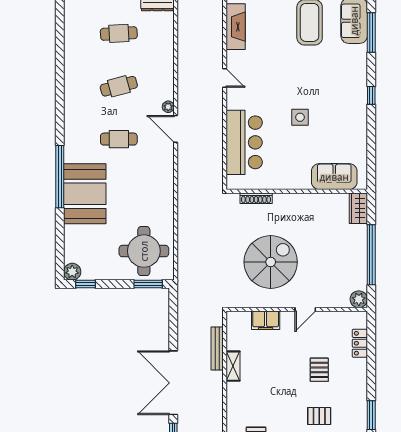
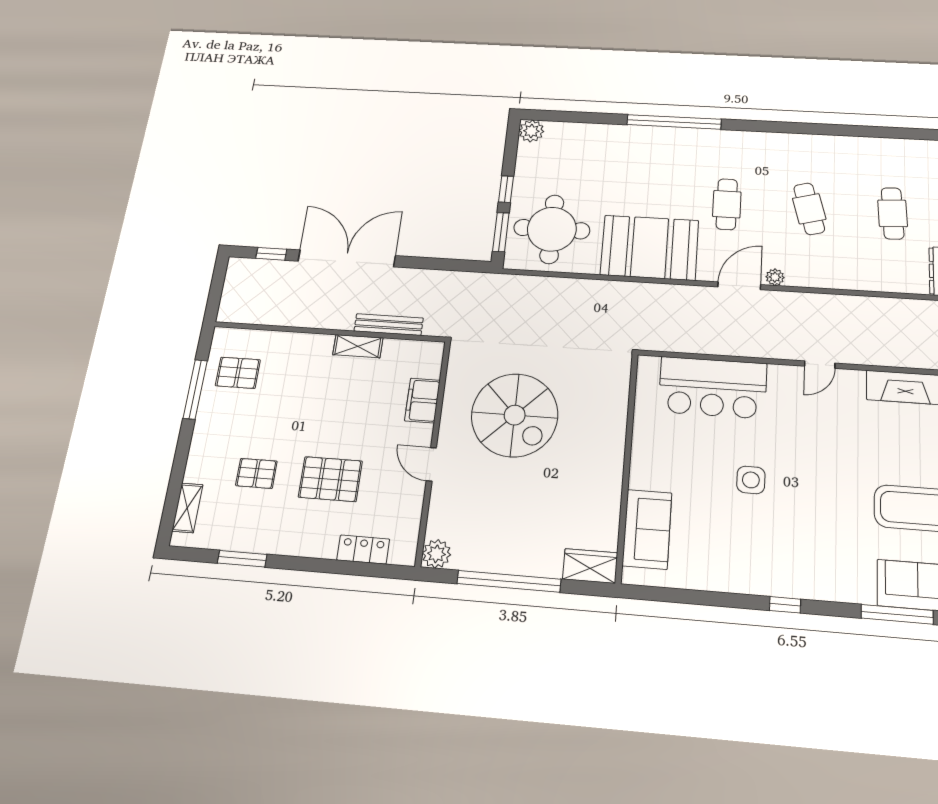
booth: (85, 194) -> (650, 248), moved
shoe rack: (256, 198) -> (620, 400), removed
window: (86, 284) -> (506, 189), moved
pallet: (319, 370) -> (330, 479), width x1.50, depth x1.42
pallet: (319, 416) -> (256, 473), turned 90

